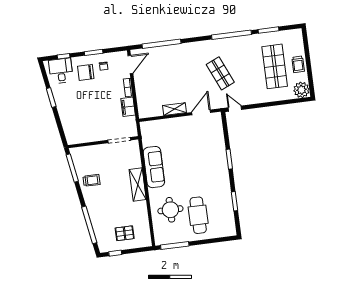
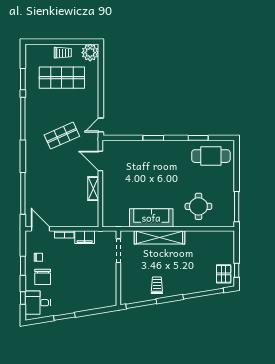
shelving: (138, 184) -> (159, 237), width x1.47
cafe table: (198, 215) -> (211, 156), moved
pallet: (125, 233) -> (224, 274), moved

